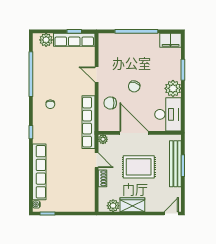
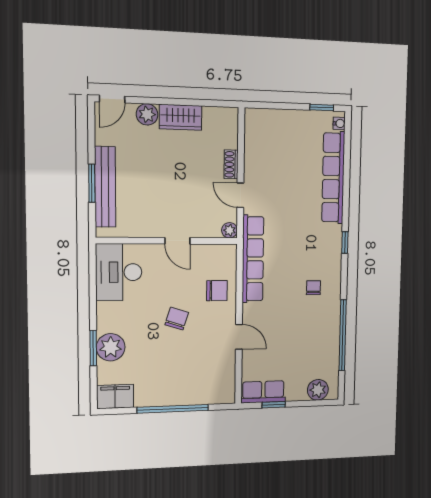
row of seats: (74, 40) -> (263, 392), width x0.68
plant: (173, 88) -> (111, 347), moved
door: (134, 133) -> (177, 241), width x0.53
rug: (139, 167) -> (169, 183), removed
plant: (113, 206) -> (147, 114), moved

